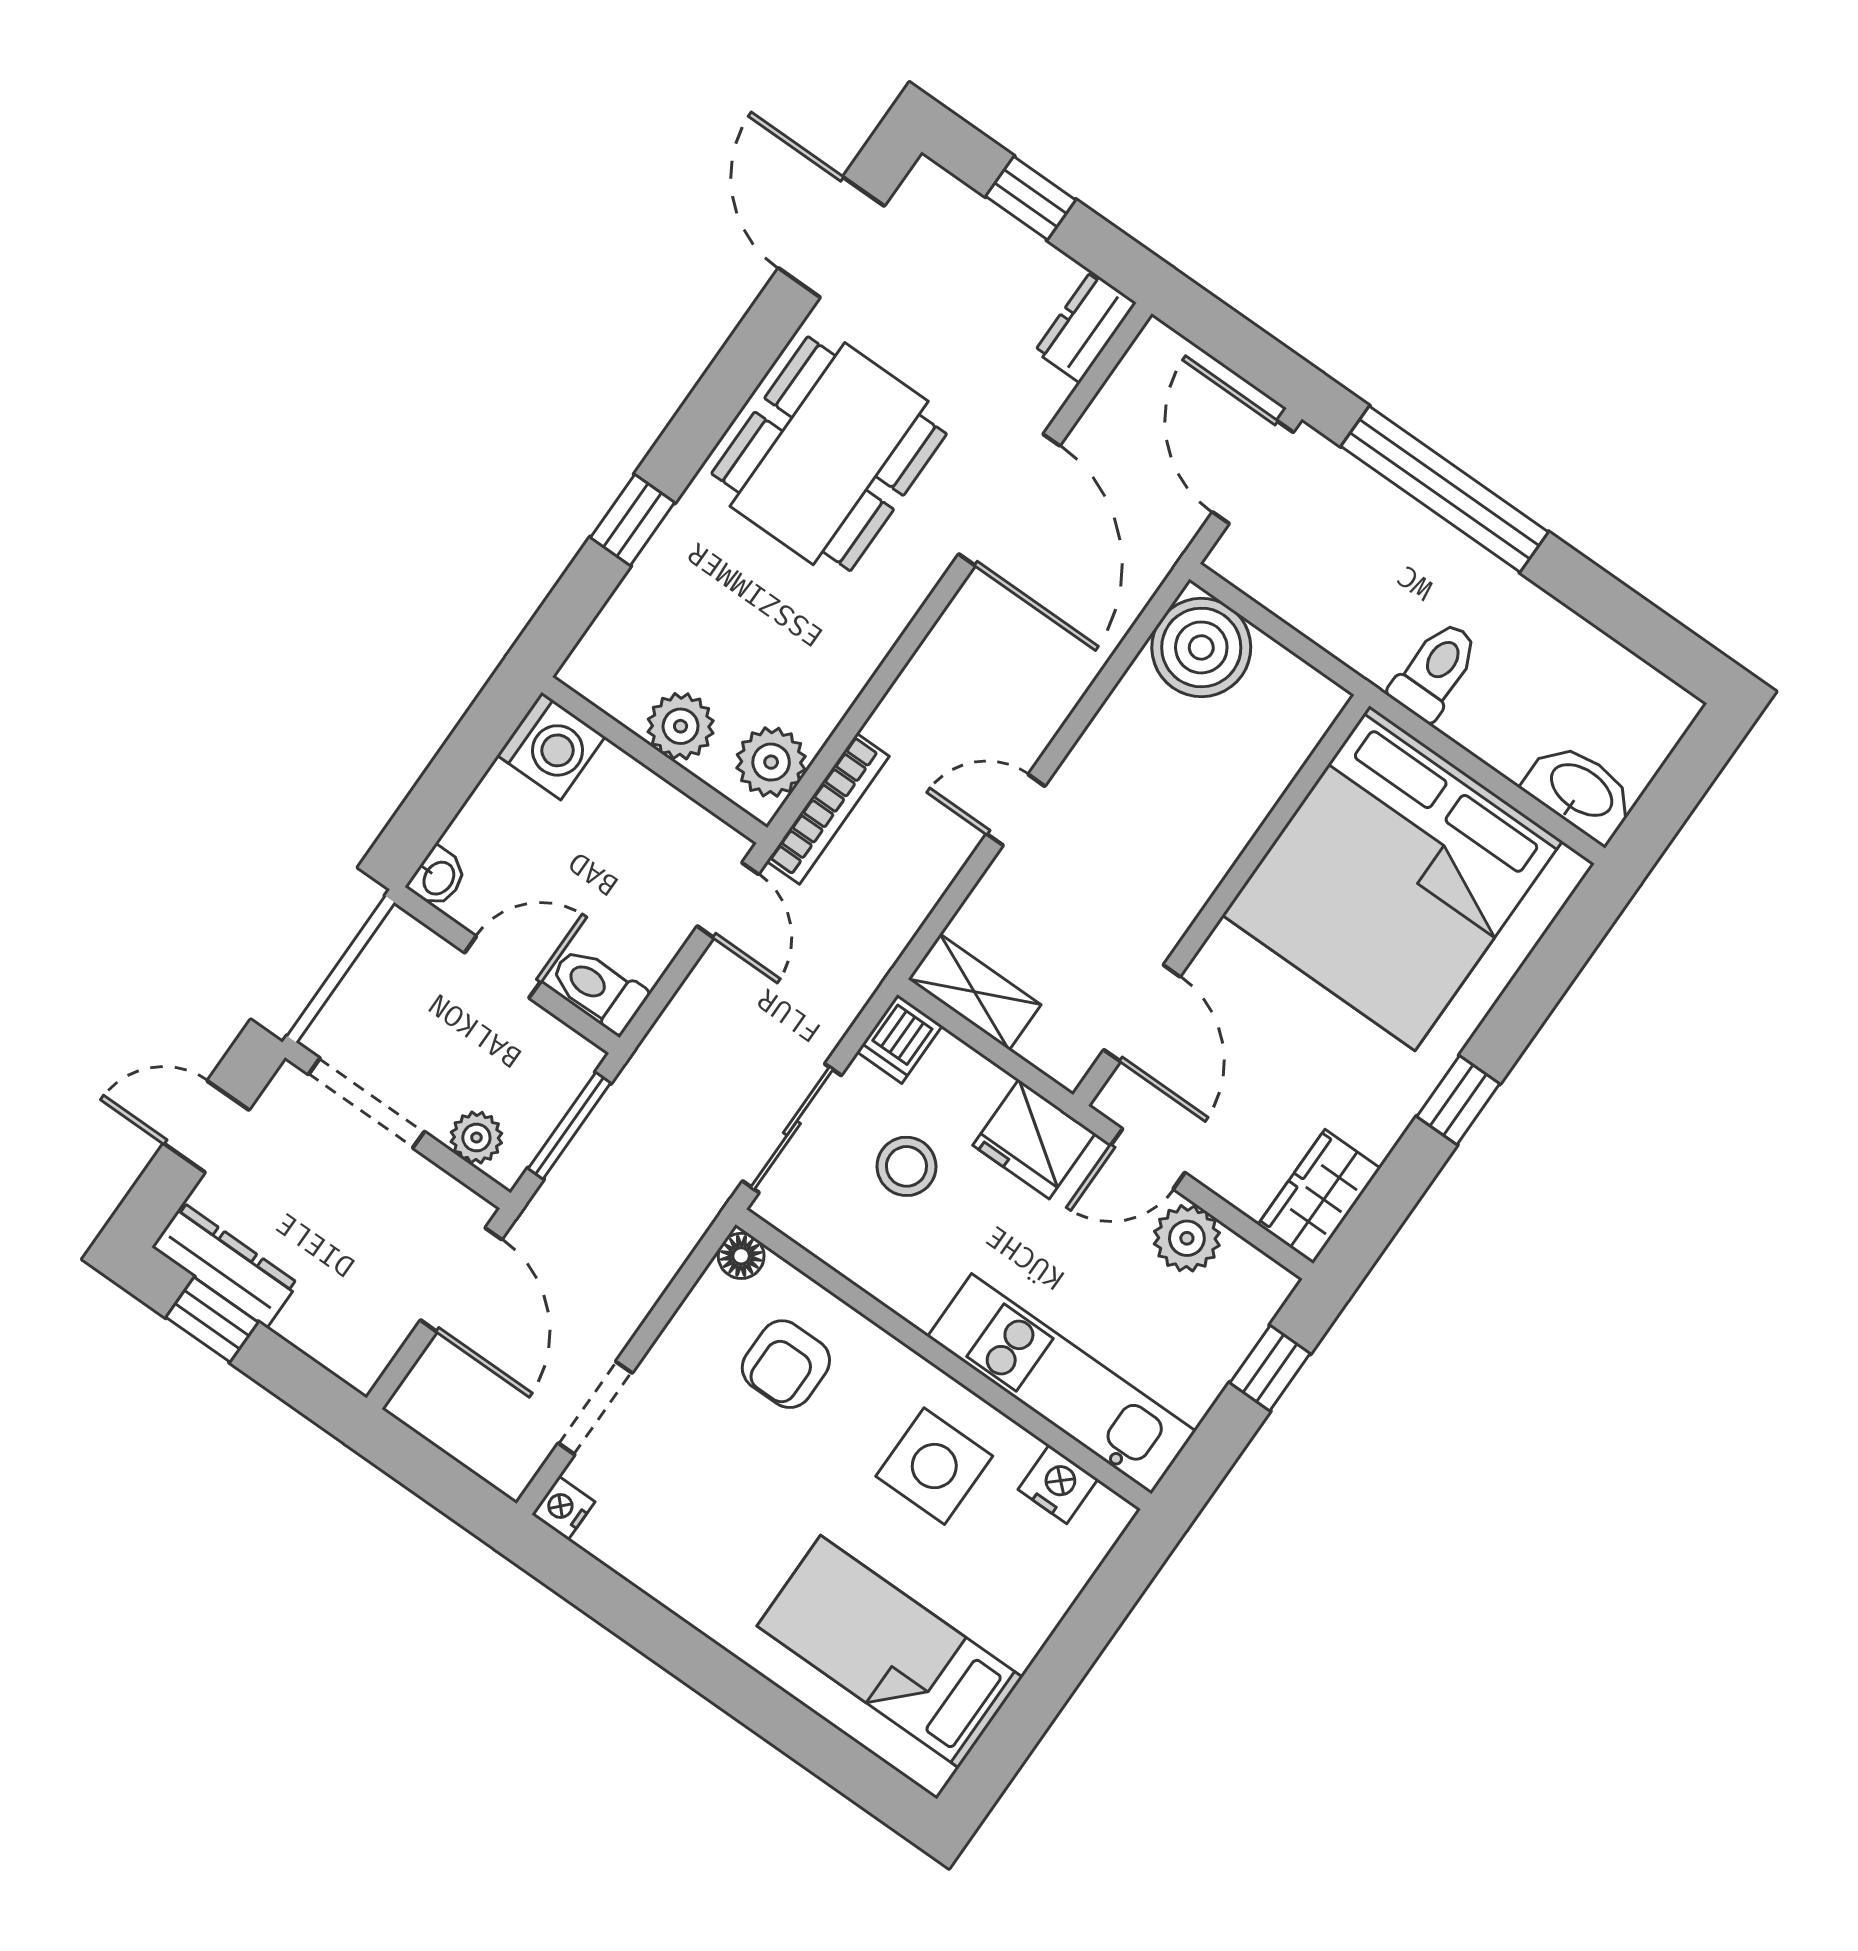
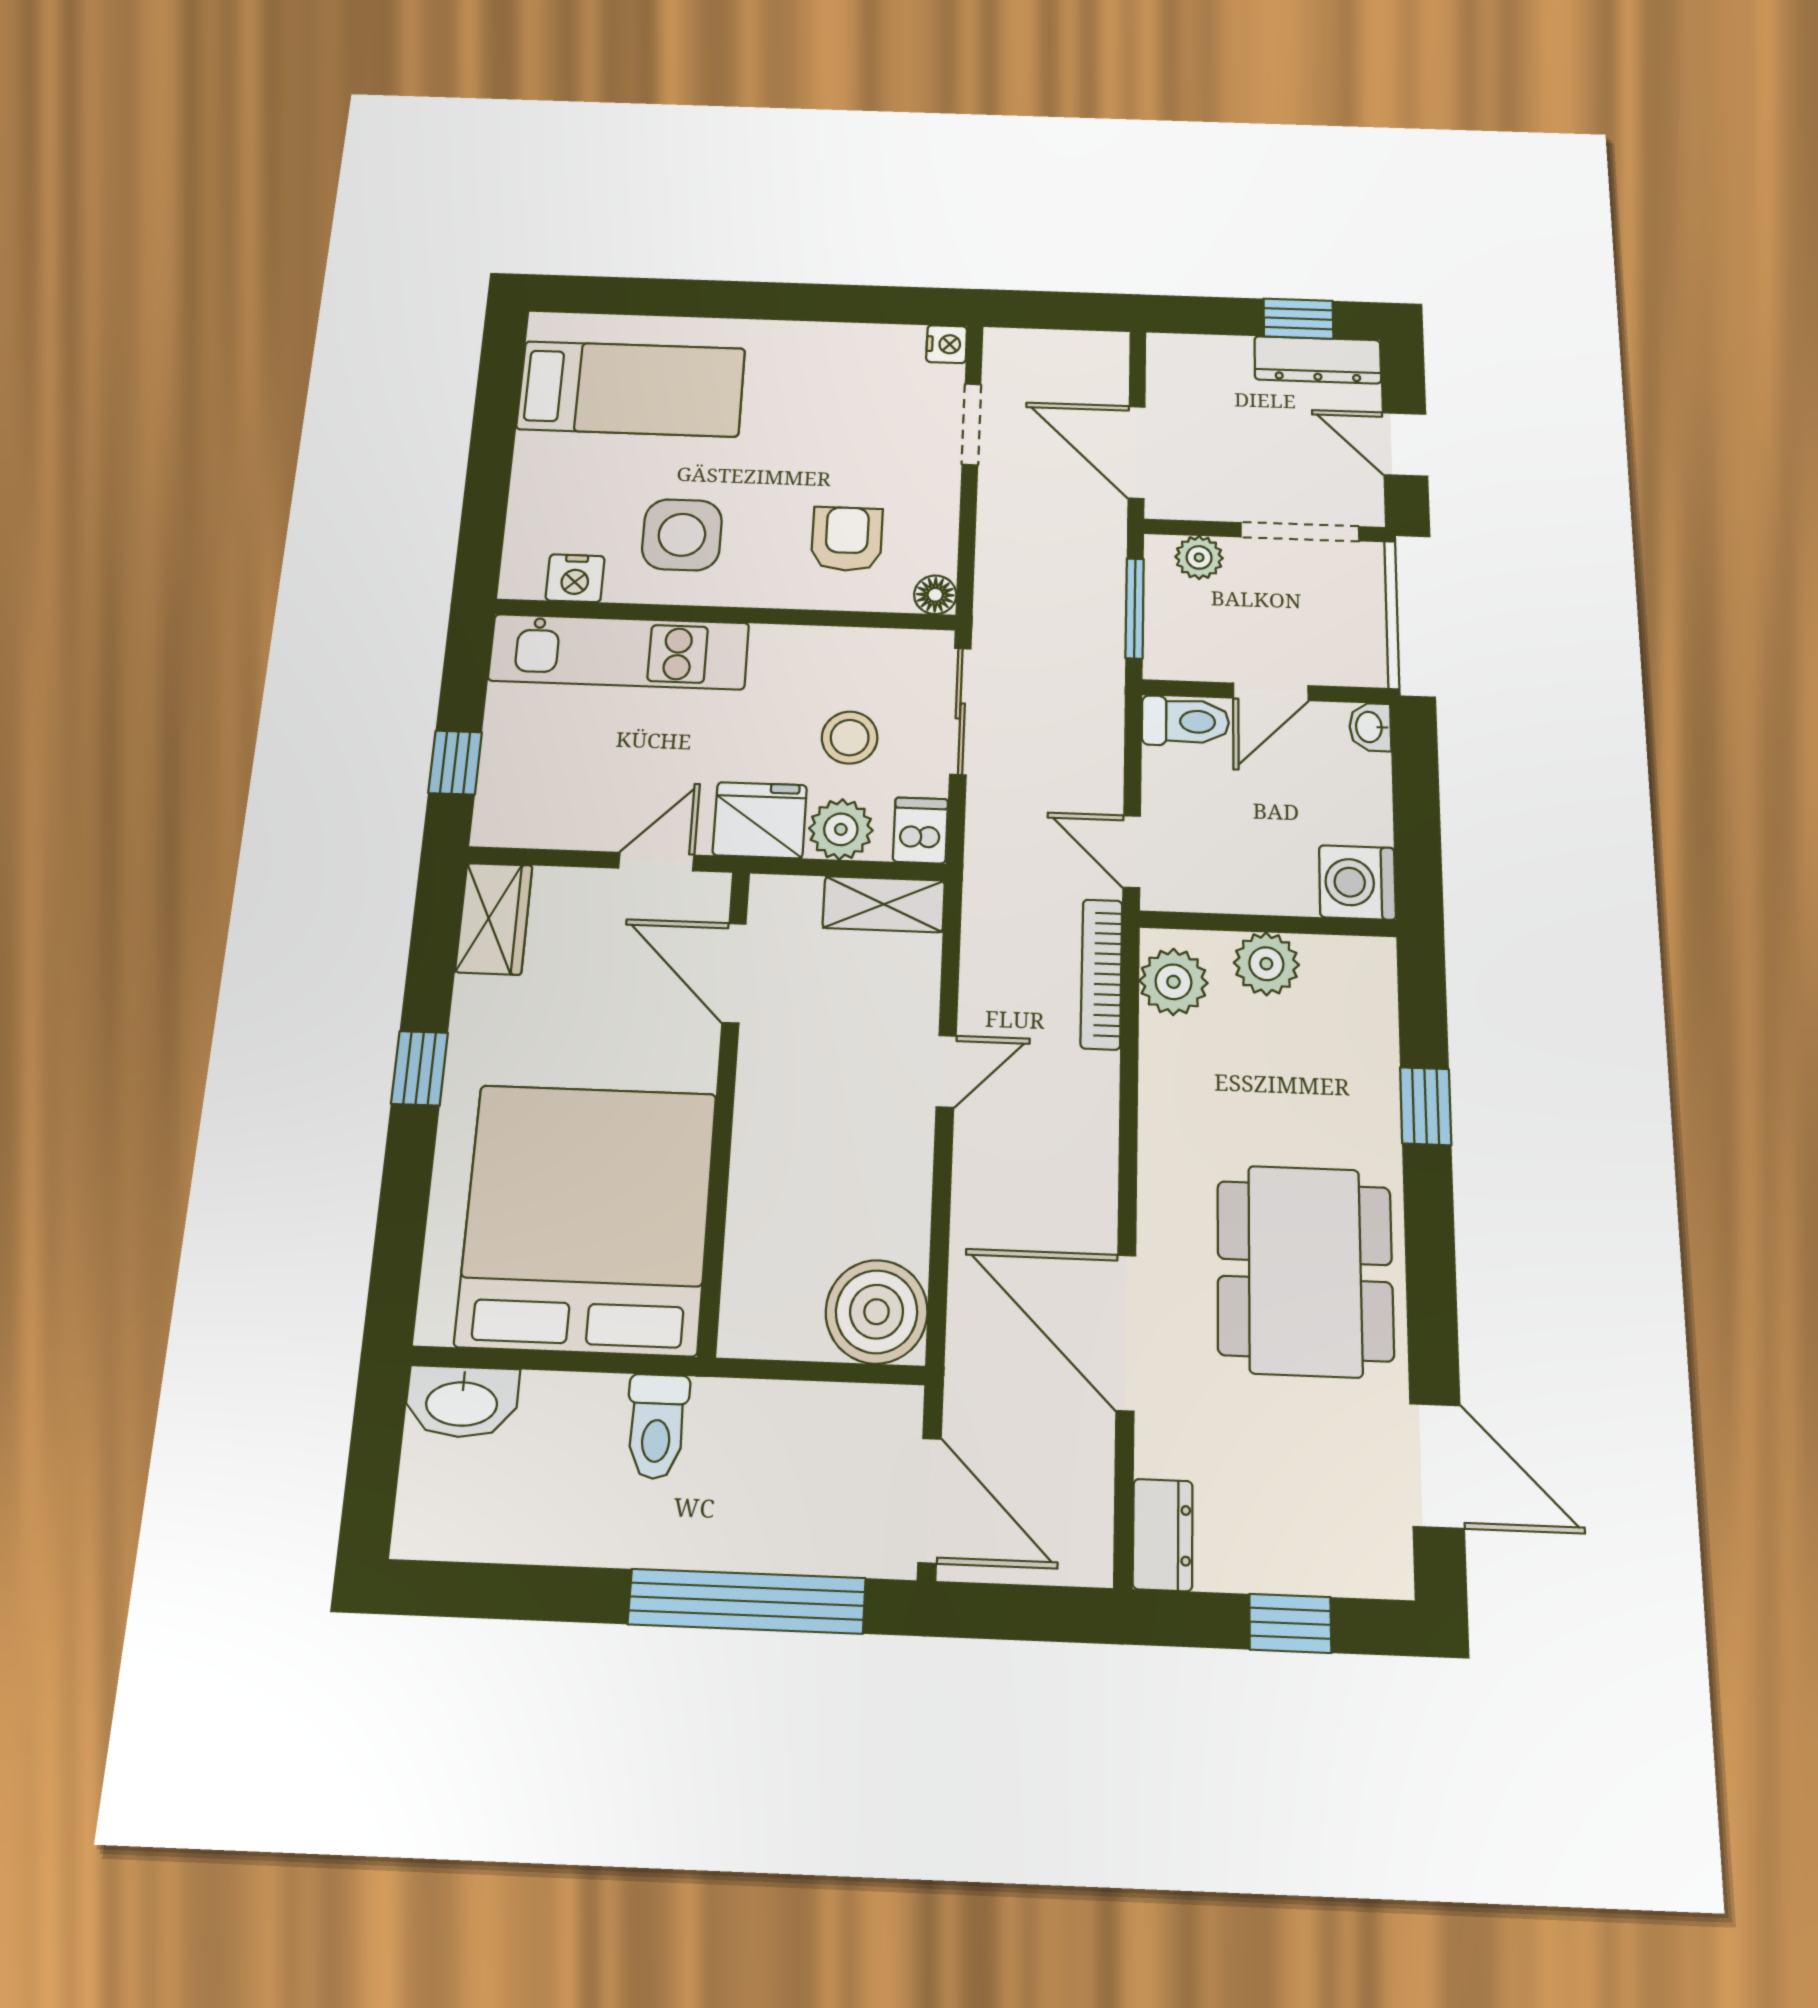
door: (206, 1127) -> (1405, 444), swing flipped
plant: (1187, 1238) -> (841, 829), moved

